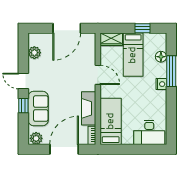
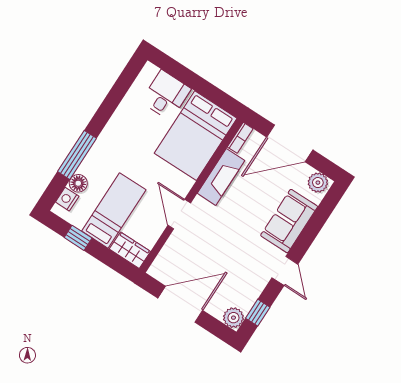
plant: (34, 53) -> (233, 318), moved
nightstand: (161, 84) -> (67, 199), moved
window: (23, 106) -> (258, 313), moved
bed: (111, 121) -> (196, 136), width x1.50
desk: (149, 132) -> (166, 95), width x0.73

